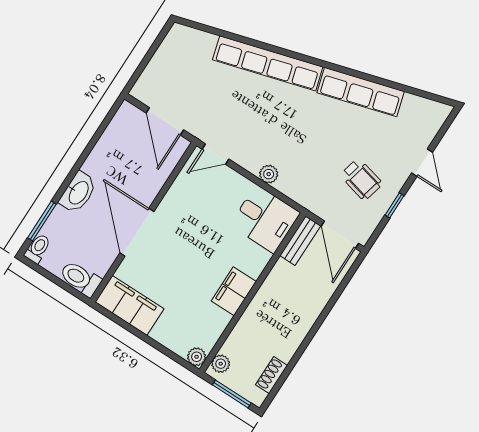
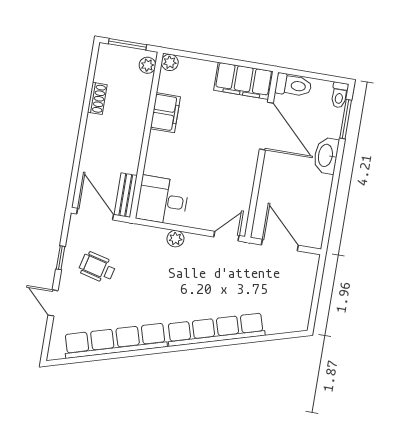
row of seats: (361, 92) -> (115, 341), width x1.36
door: (137, 232) -> (266, 126), moved
filing cabinet: (234, 291) -> (165, 113), moved
shoe rack: (272, 375) -> (97, 98), moved

